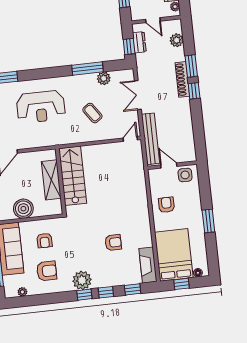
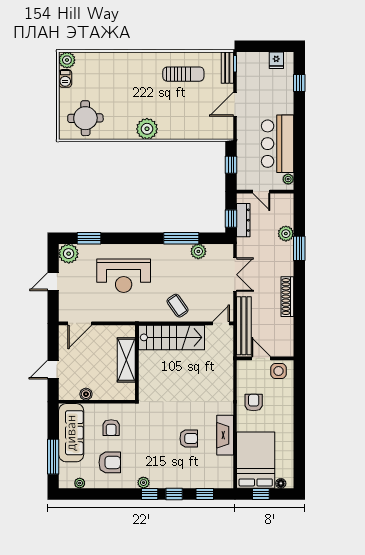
plant: (177, 40) -> (286, 234), moved
dresser: (139, 42) -> (243, 220), width x1.44
shoe rack: (182, 79) -> (287, 297), moved
window: (194, 91) -> (299, 277), removed
double door: (138, 95) -> (235, 275), swing flipped
coffee table: (92, 113) -> (178, 306), moved
stairs: (73, 176) -> (171, 337), moved, turned 90
boiler: (23, 209) -> (86, 394), width x0.54, depth x0.54
window: (208, 221) -> (299, 426), removed
fireplace: (148, 265) -> (225, 435), moved
plant: (82, 280) -> (143, 483), width x0.53, depth x0.53

